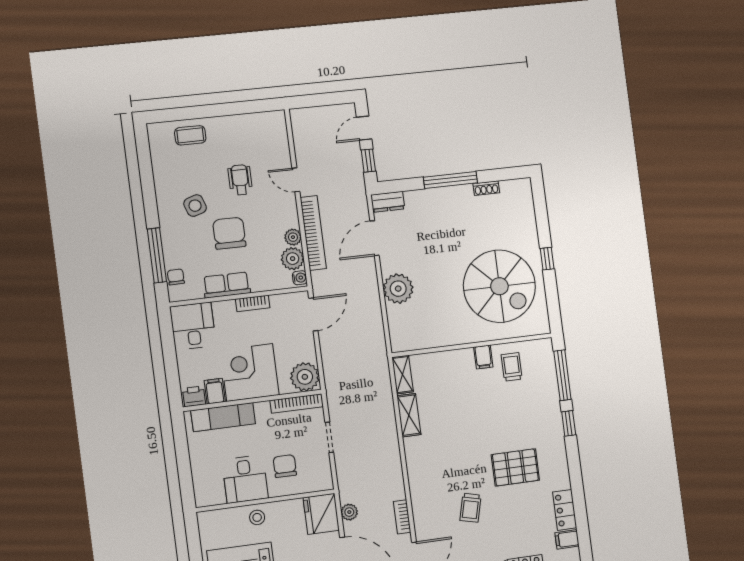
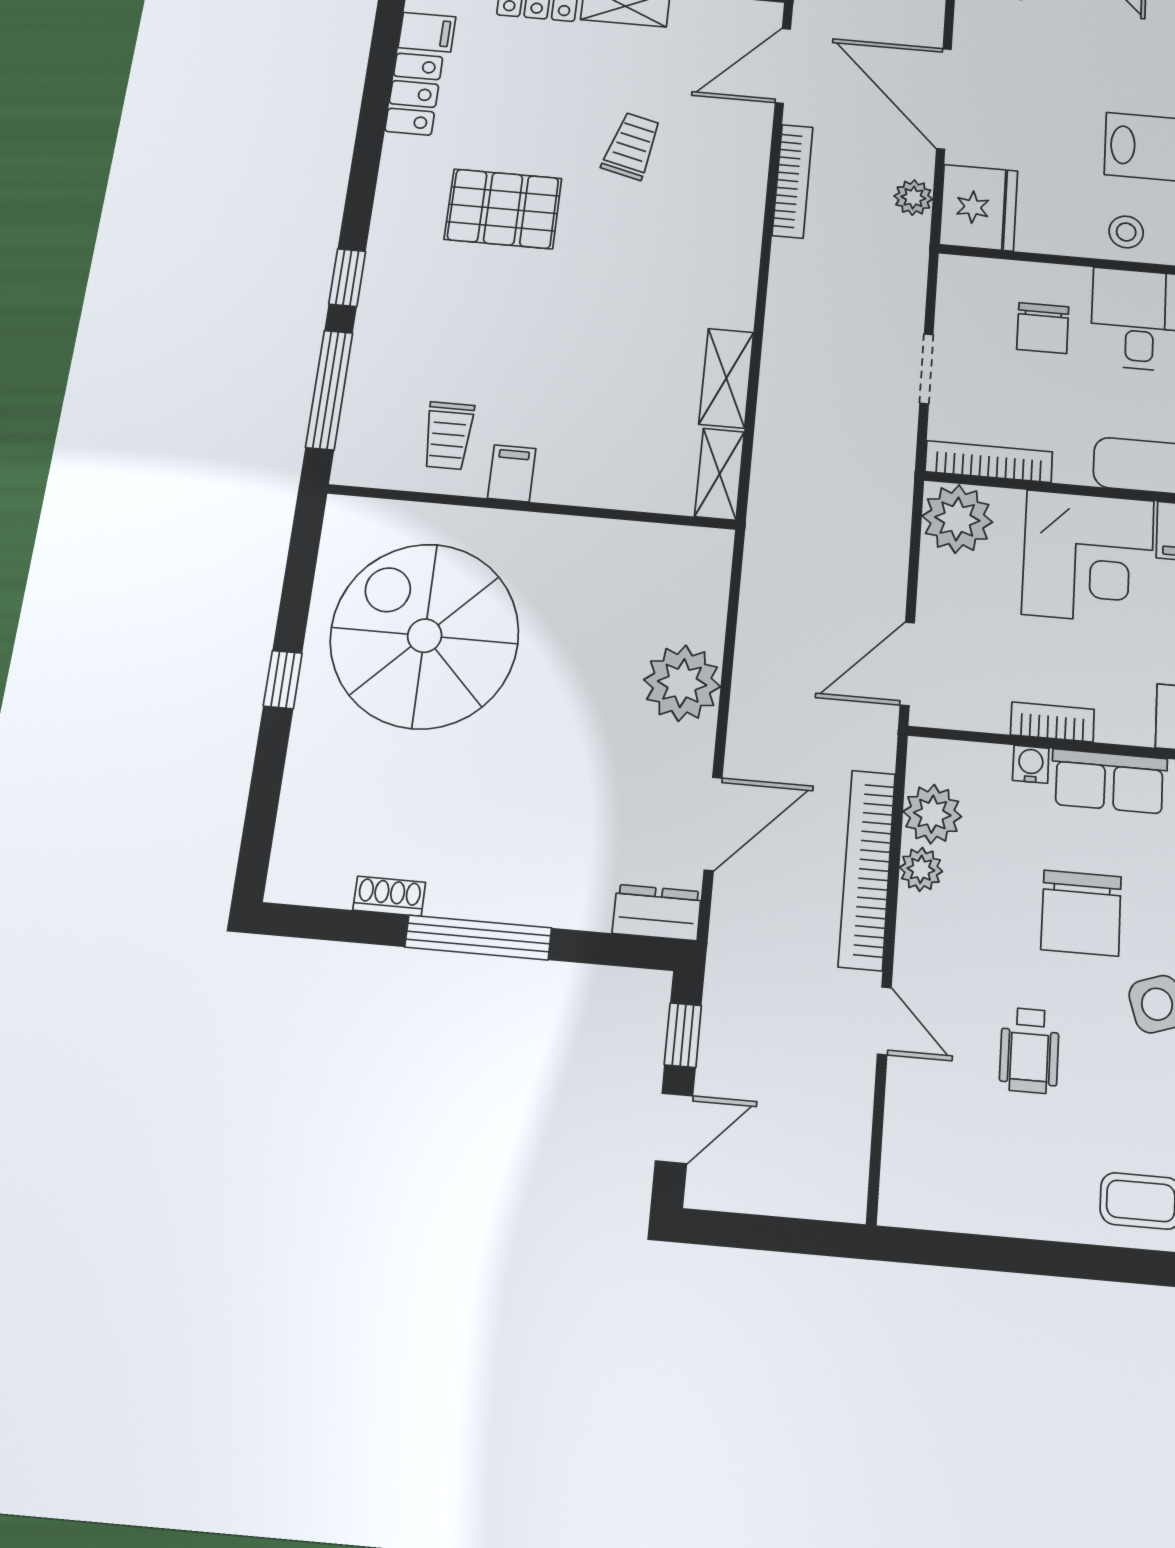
water cooler: (300, 278) -> (1031, 764), moved, turned 90
bookcase: (402, 517) -> (793, 181), width x1.56

